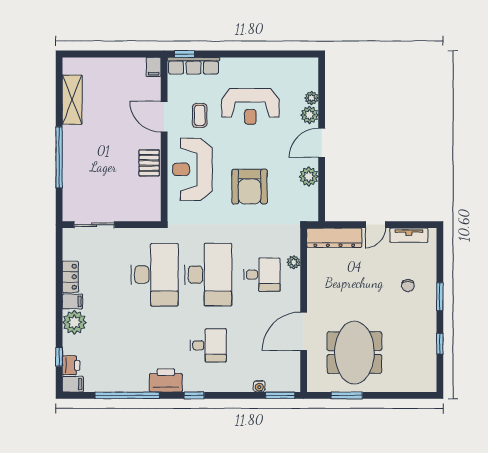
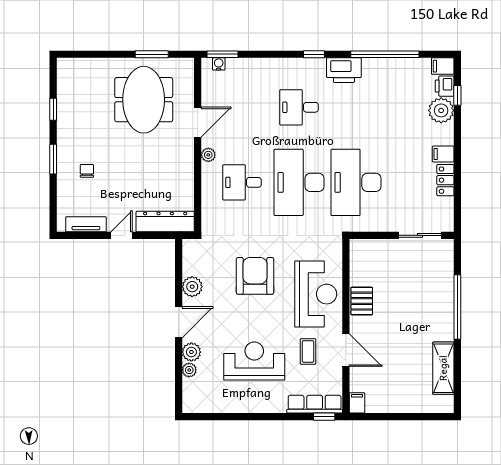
plant: (294, 262) -> (208, 155), moved
plant: (74, 322) -> (441, 110), moved
door: (304, 331) -> (198, 122), width x0.73
water cooler: (259, 386) -> (219, 64), moved

